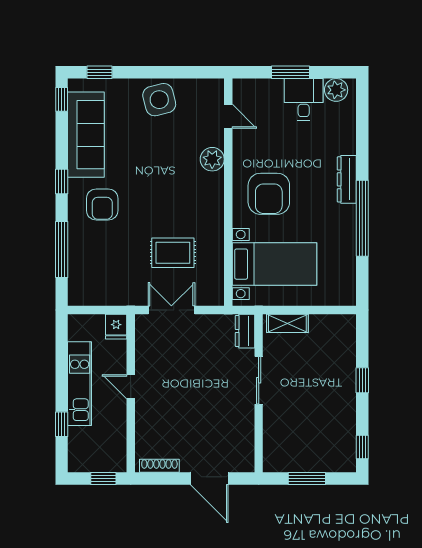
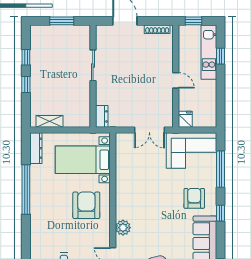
dresser: (347, 179) -> (36, 148), moved
rug: (173, 253) -> (148, 167), removed
corner sofa: (106, 278) -> (191, 151), added
shelving: (287, 323) -> (50, 121), moved
sliding door: (259, 380) -> (93, 65), moved
kitchen unit: (80, 384) -> (209, 52), moved
window: (362, 447) -> (26, 57), moved

